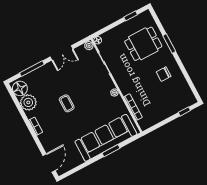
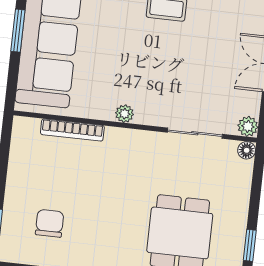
chair: (164, 74) -> (50, 223), moved

